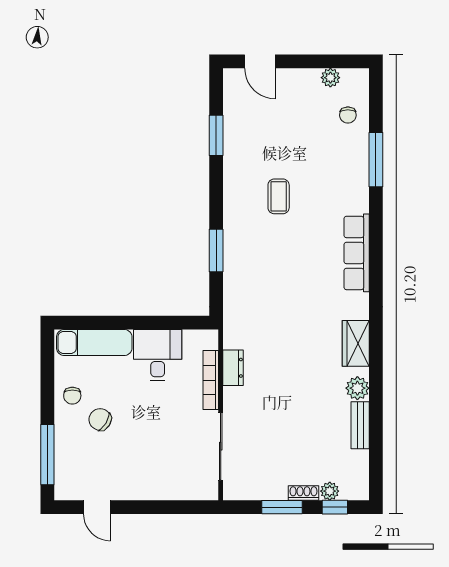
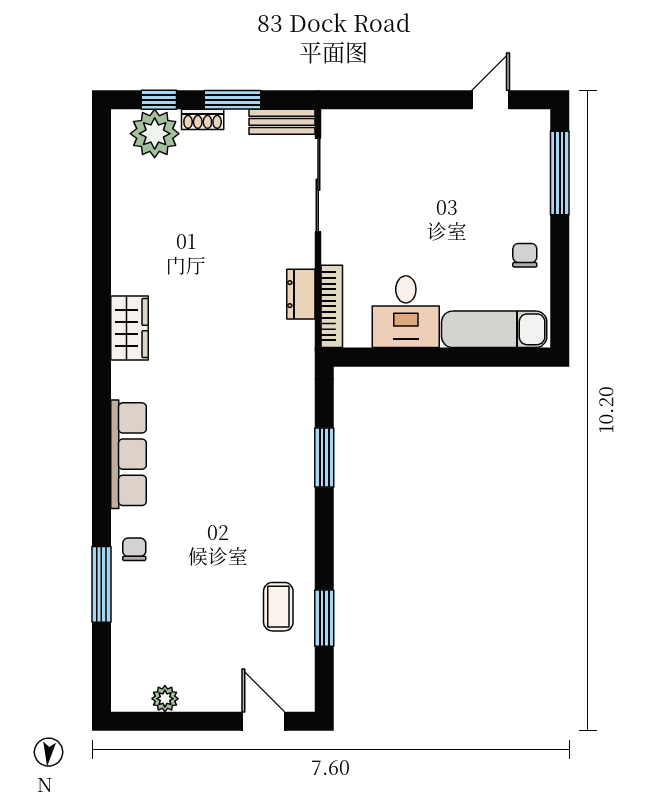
chair: (348, 115) -> (134, 549), moved
coffee table: (279, 196) -> (278, 607), moved
bookcase: (211, 380) -> (332, 306), moved
plant: (357, 388) -> (127, 266), removed
chair: (100, 419) -> (486, 222), removed
bench: (360, 425) -> (282, 122), moved, turned 90
plant: (330, 491) -> (155, 134), width x1.88, depth x1.88
door: (97, 507) -> (491, 100), hinge flipped

